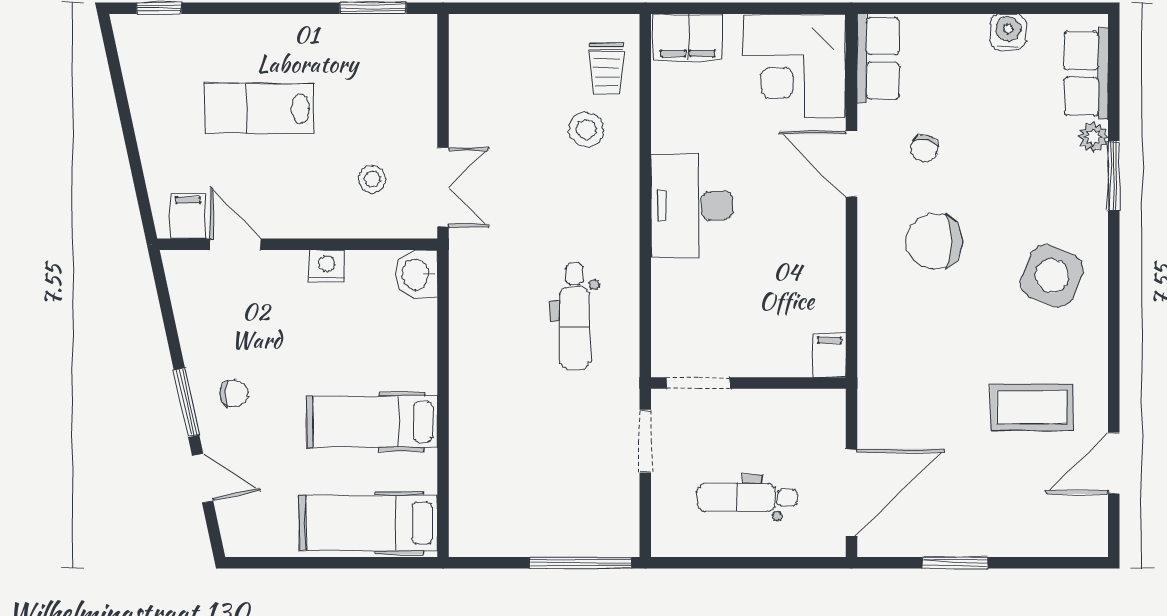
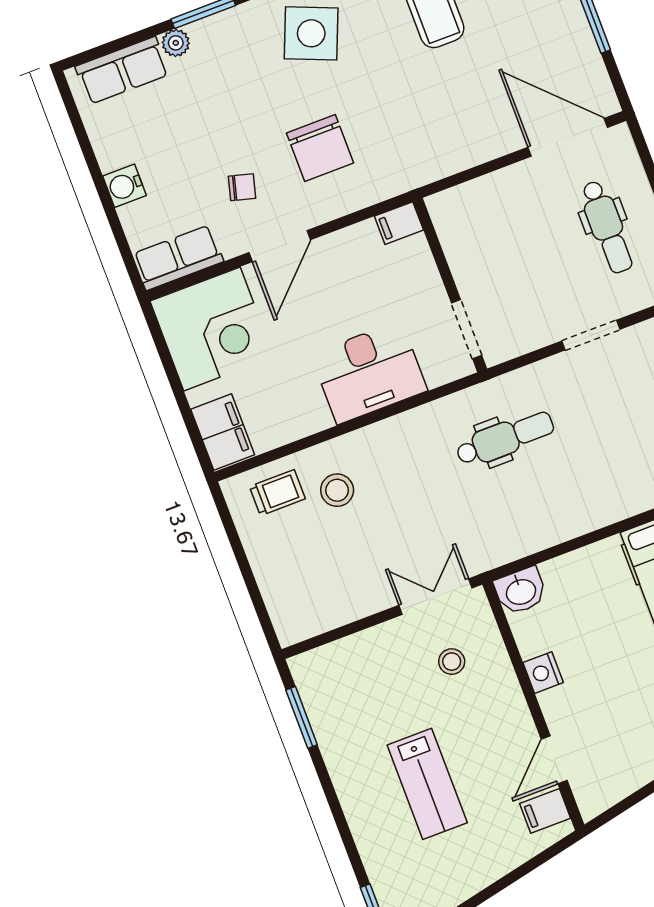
water cooler: (1008, 32) -> (124, 186), moved
filing cabinet: (829, 355) -> (399, 223), moved
doorway: (698, 383) -> (467, 329), moved
wall: (748, 383) -> (450, 285), moved

